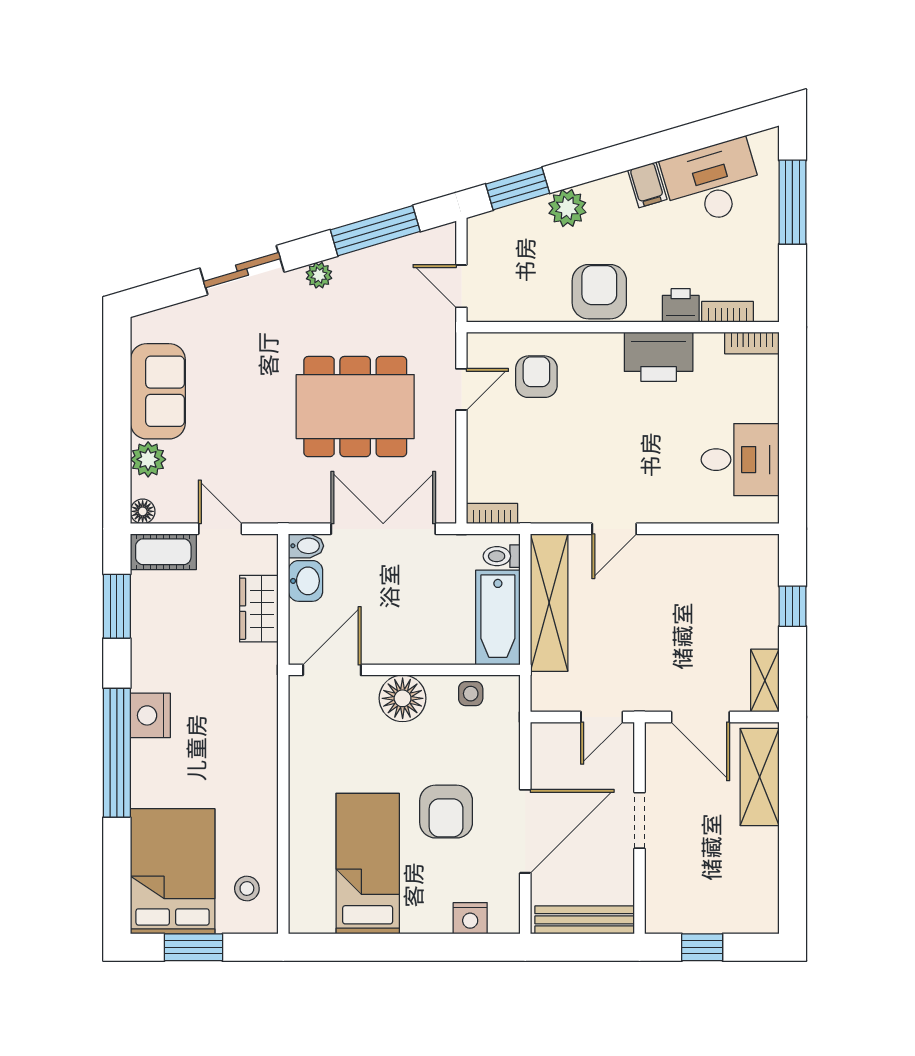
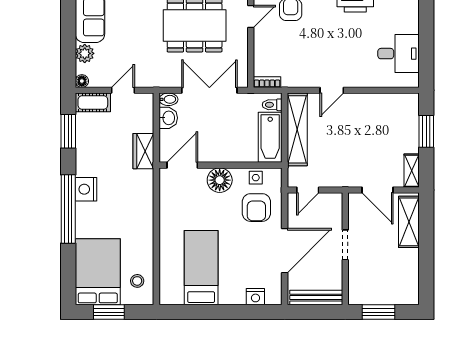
door: (220, 529) -> (123, 90), hinge flipped
window: (792, 606) -> (426, 131), width x1.50
wardrobe: (259, 609) -> (143, 151), moved
door: (602, 717) -> (308, 190), moved
armchair: (446, 812) -> (256, 208), moved
window: (702, 947) -> (378, 312), width x1.50

